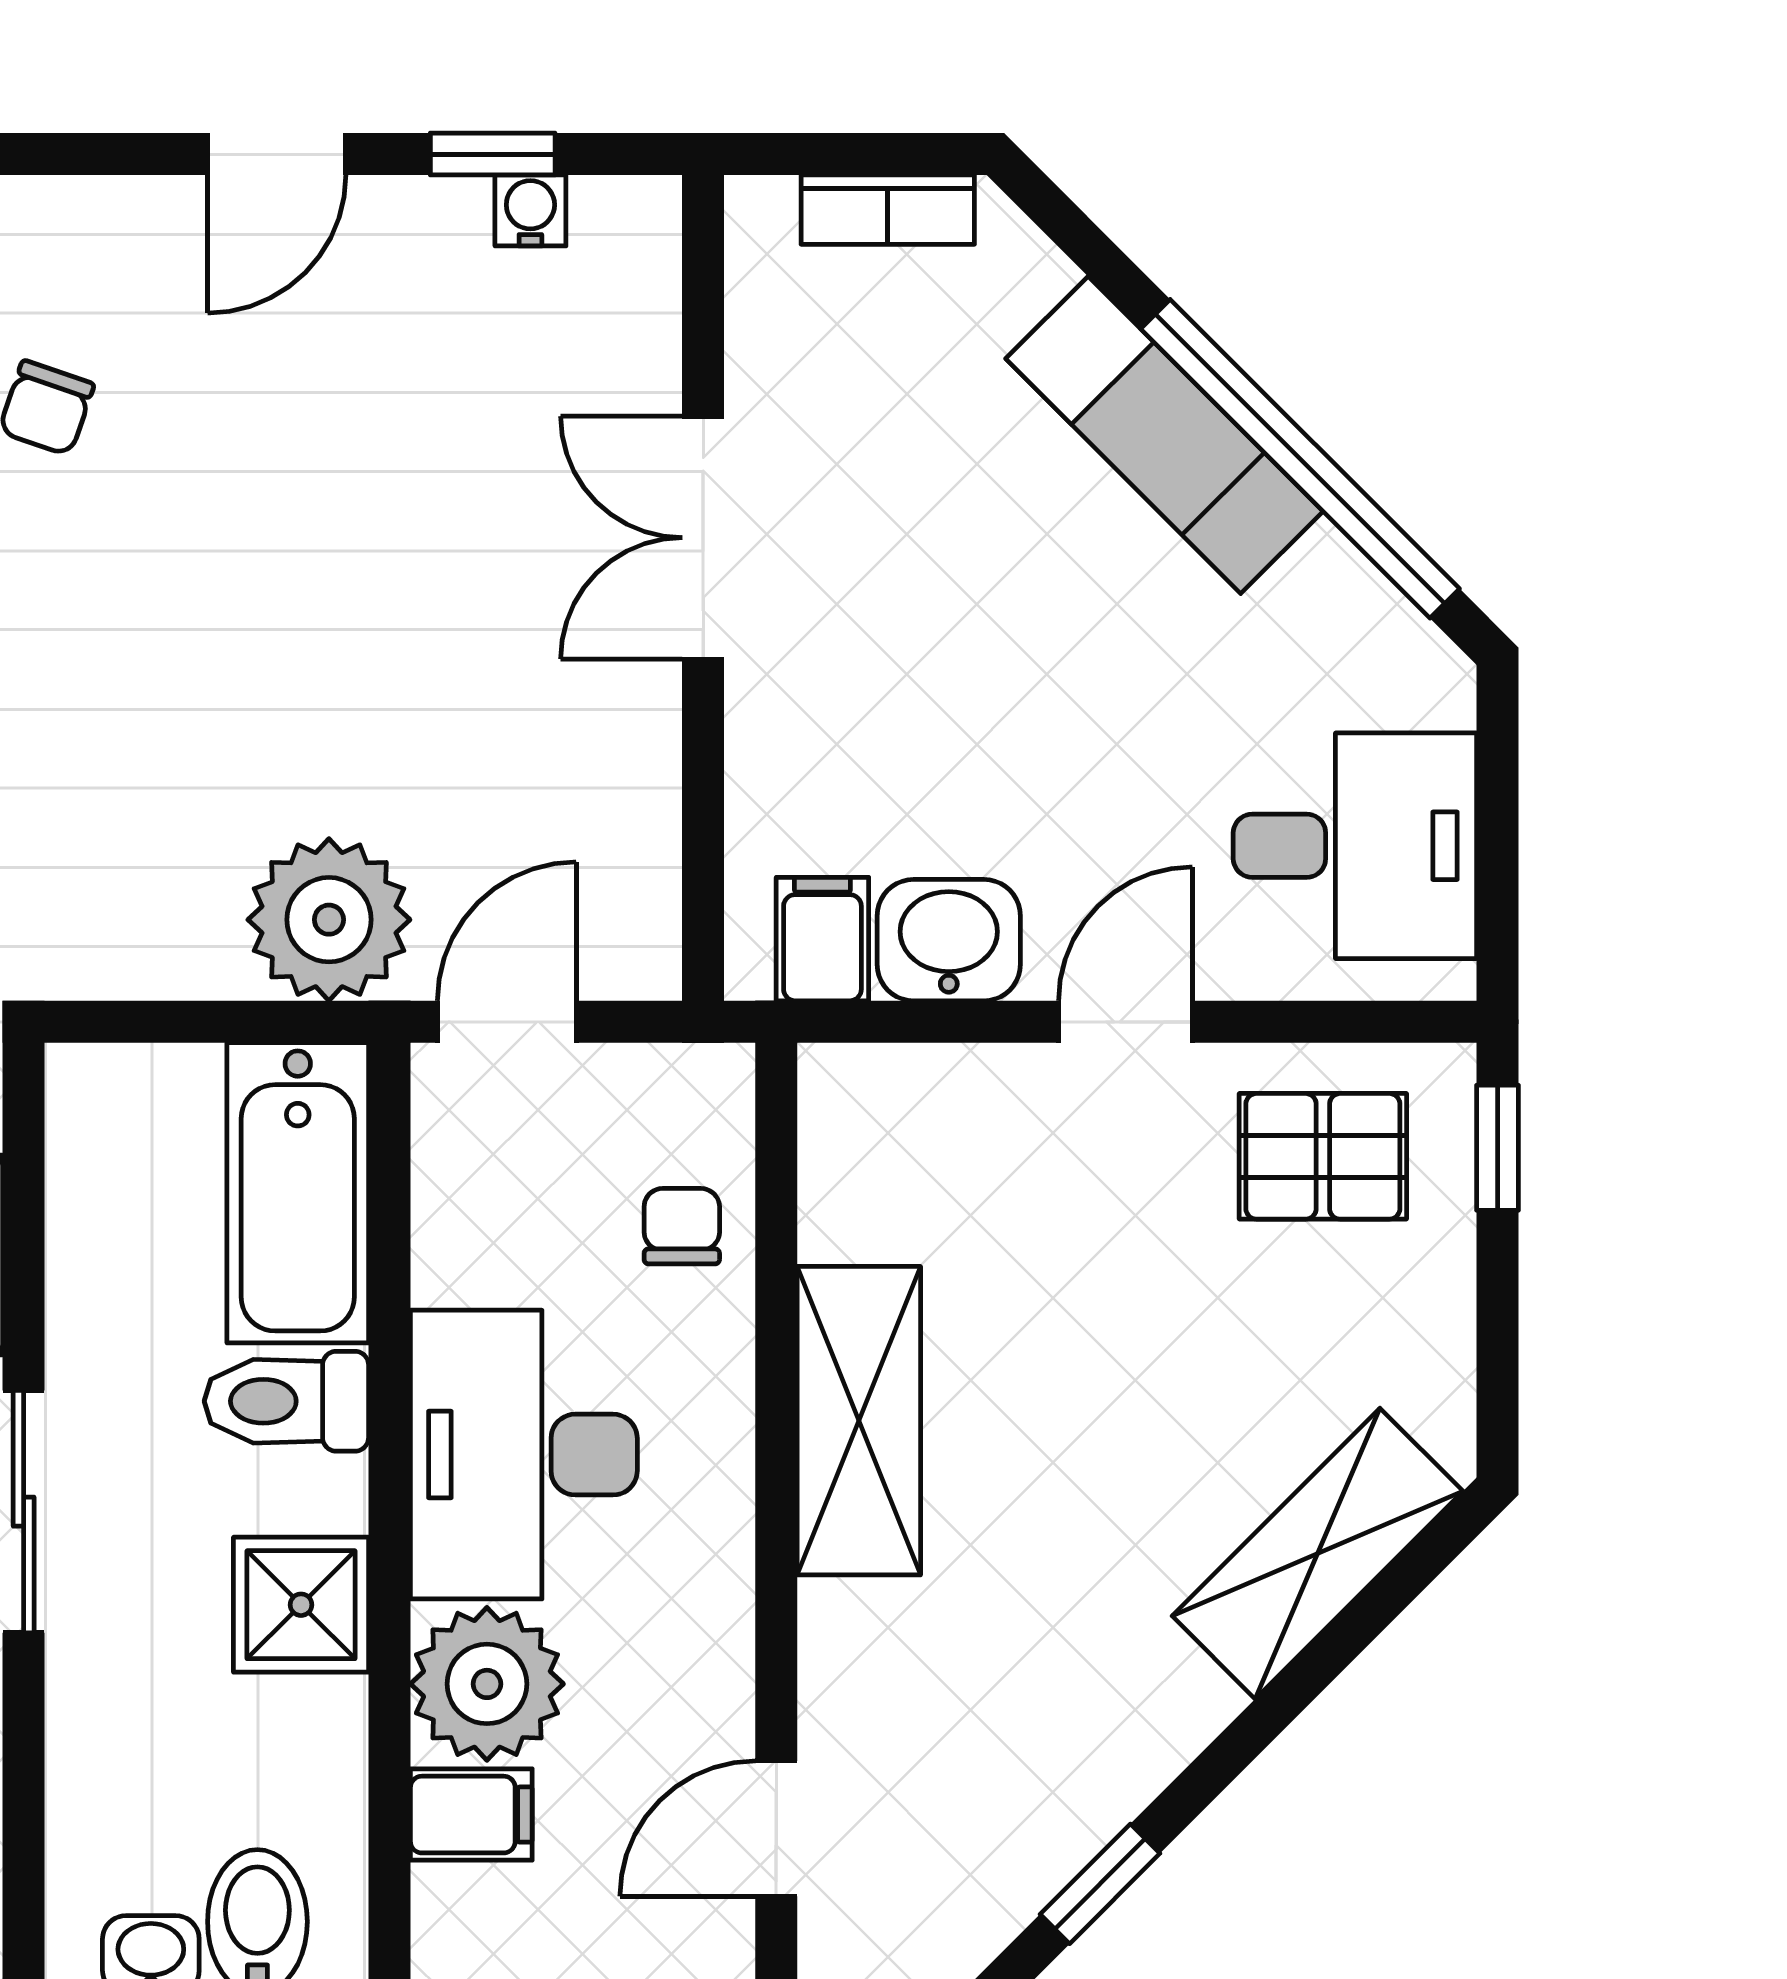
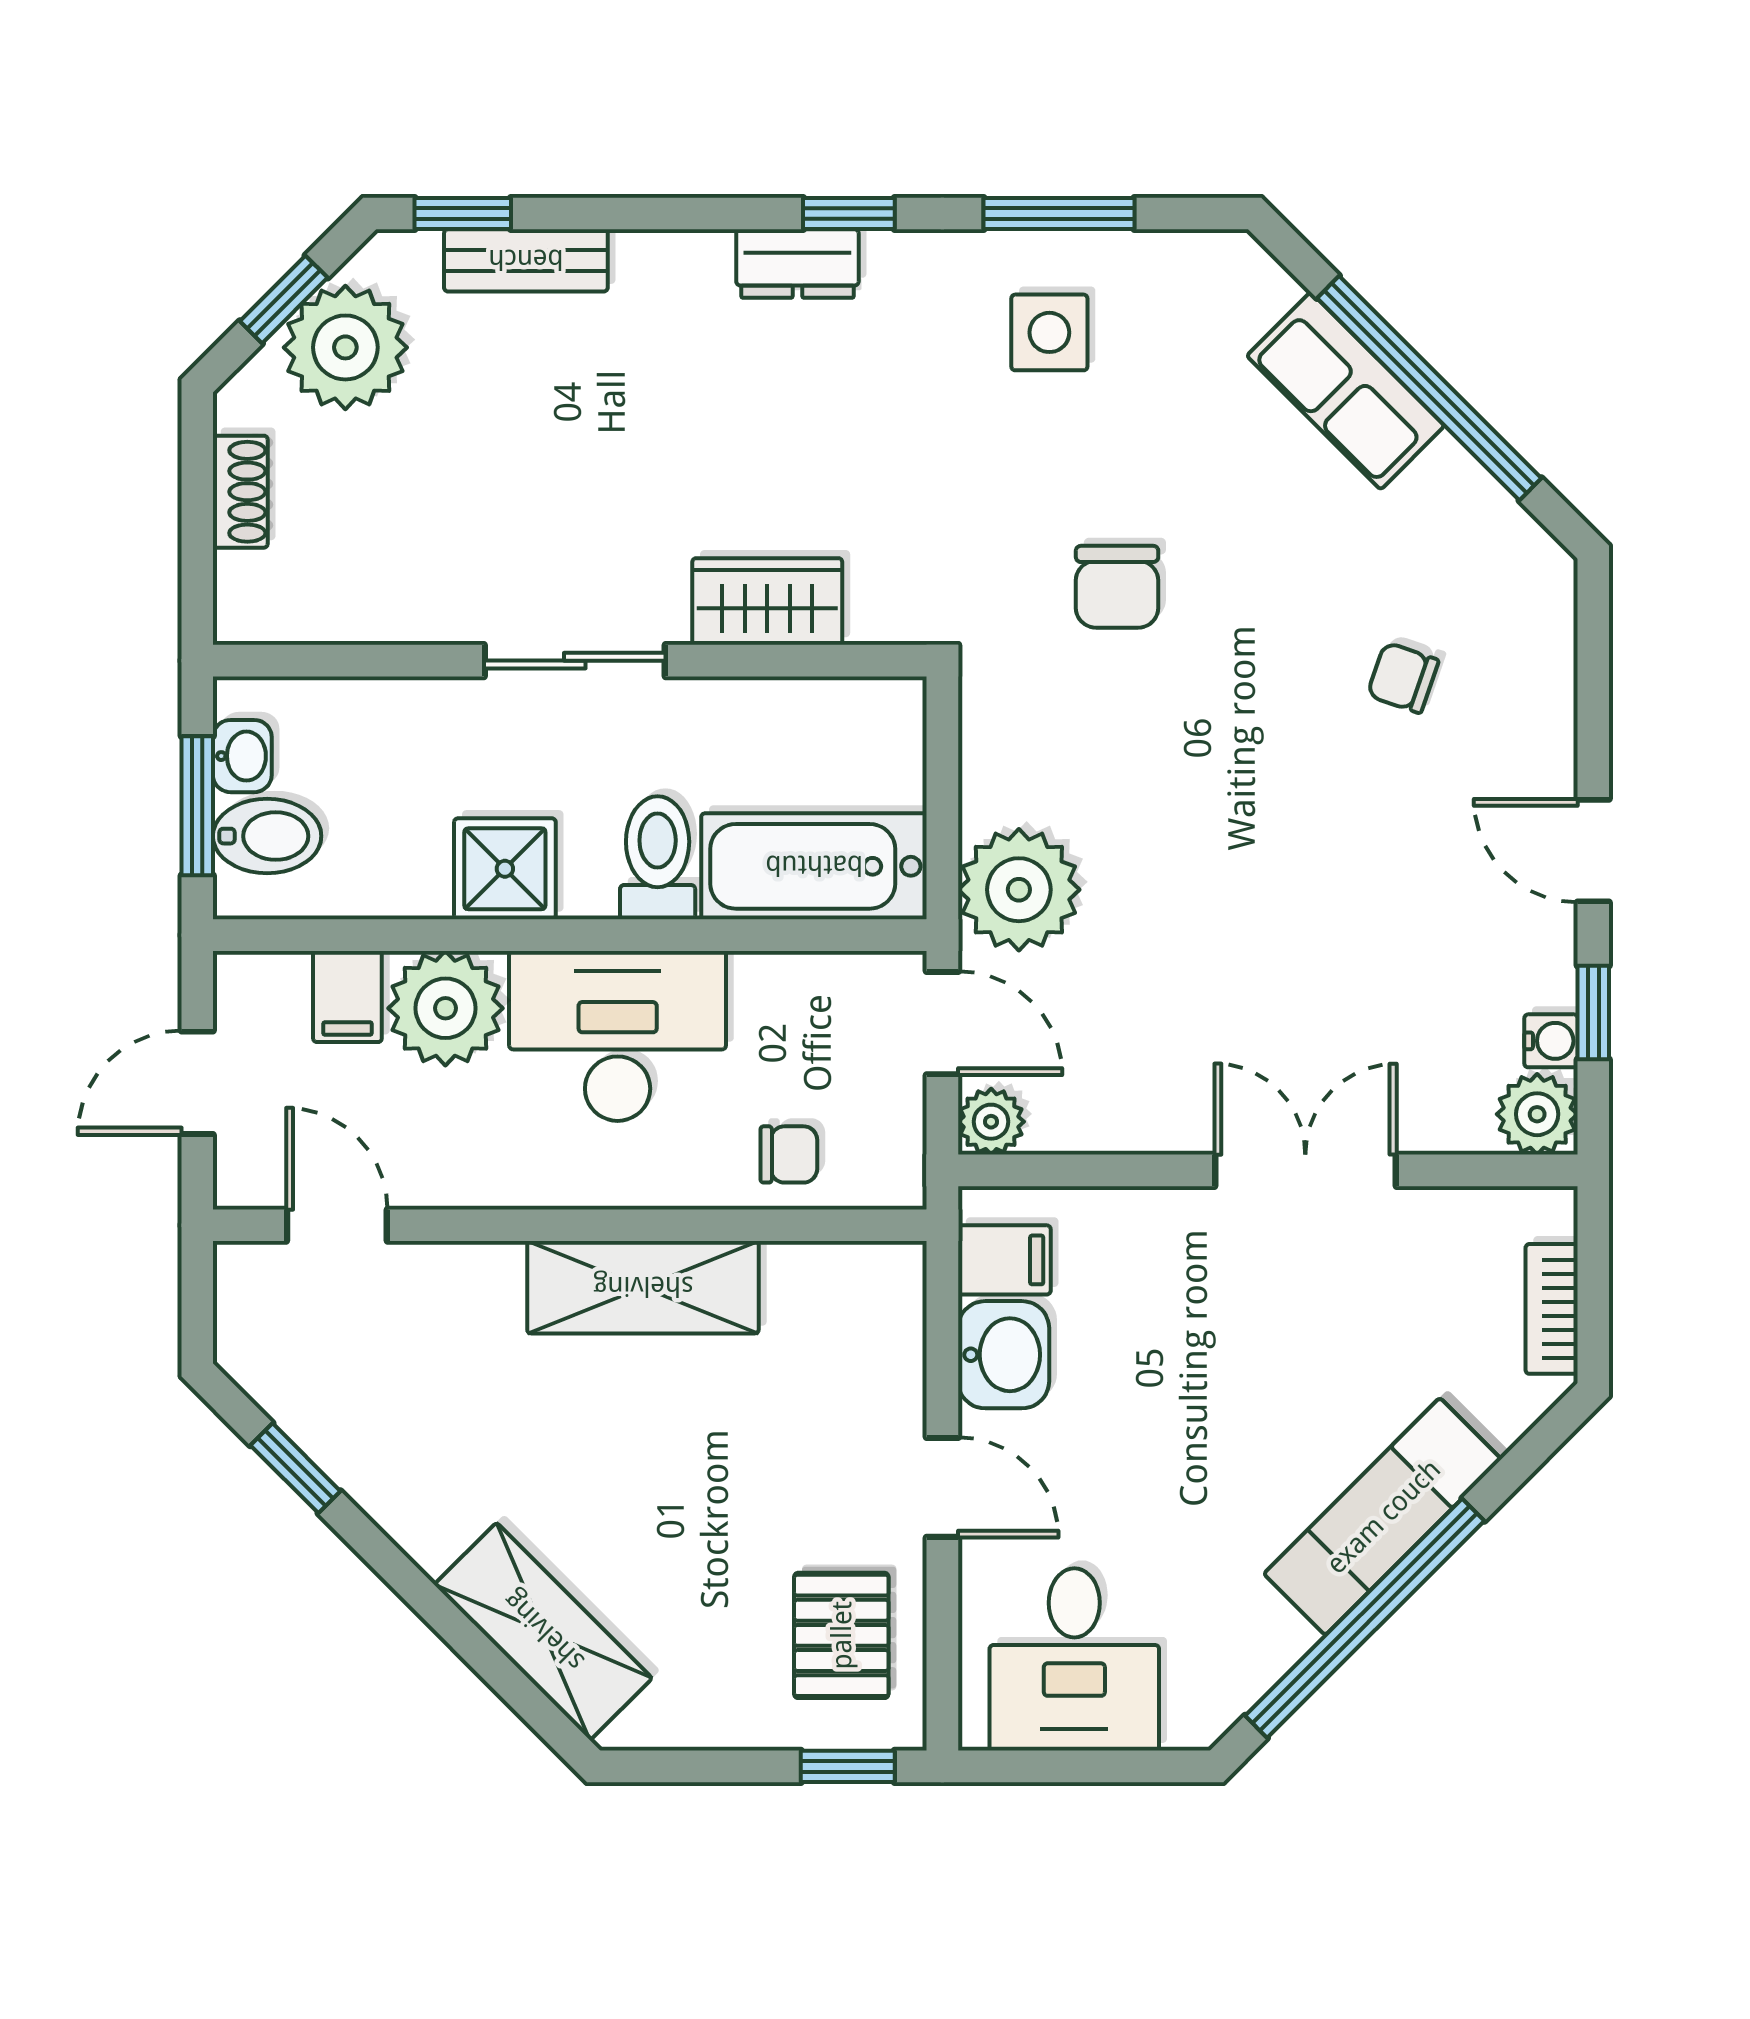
plant: (628, 229) -> (1537, 1114), added
plant: (638, 957) -> (991, 1122), added

